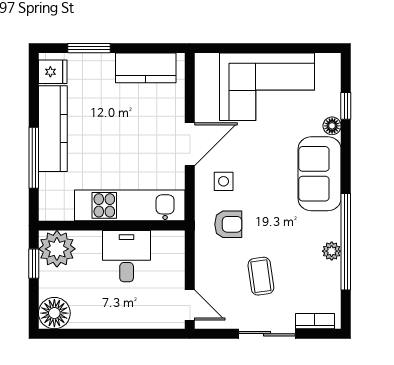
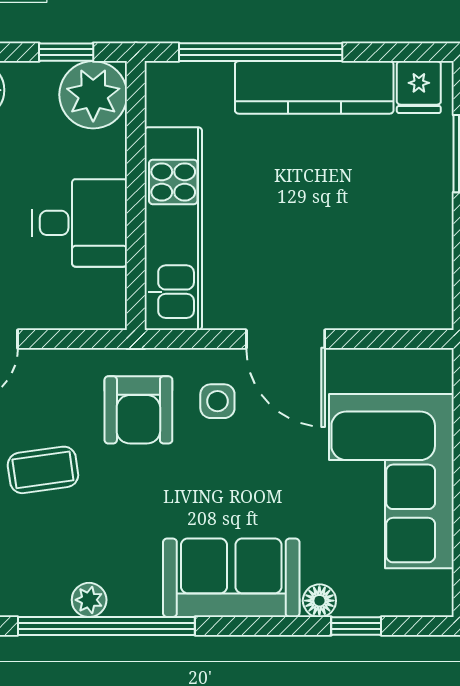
kitchen counter: (146, 68) -> (426, 258), removed
window: (34, 158) -> (261, 52), width x1.46
armchair: (228, 224) -> (138, 410), width x1.38, depth x1.38

